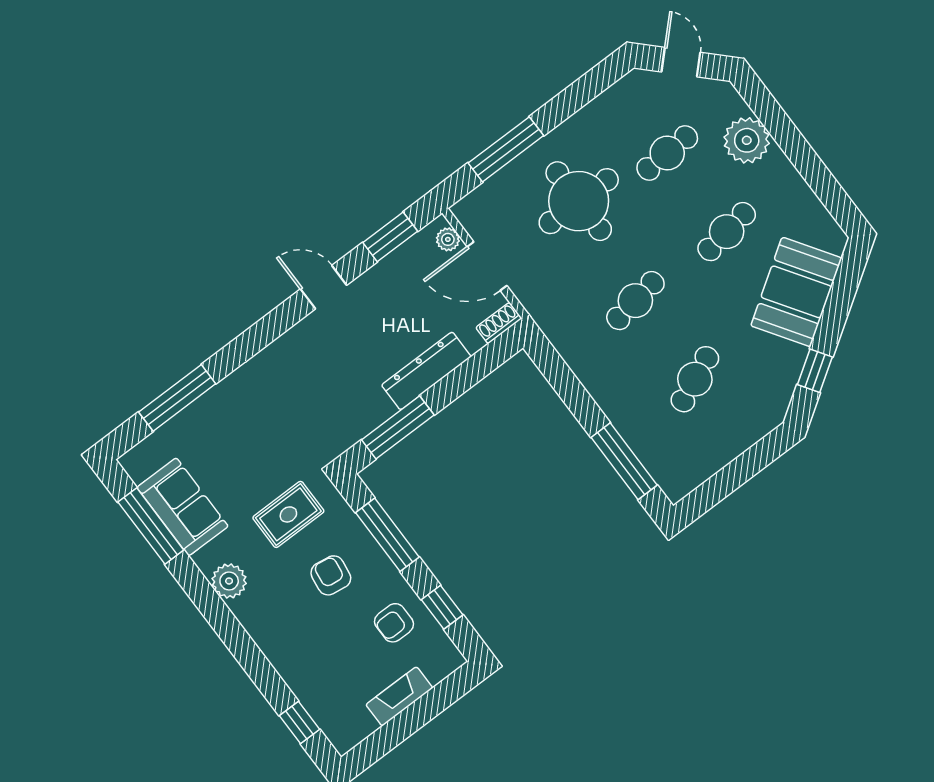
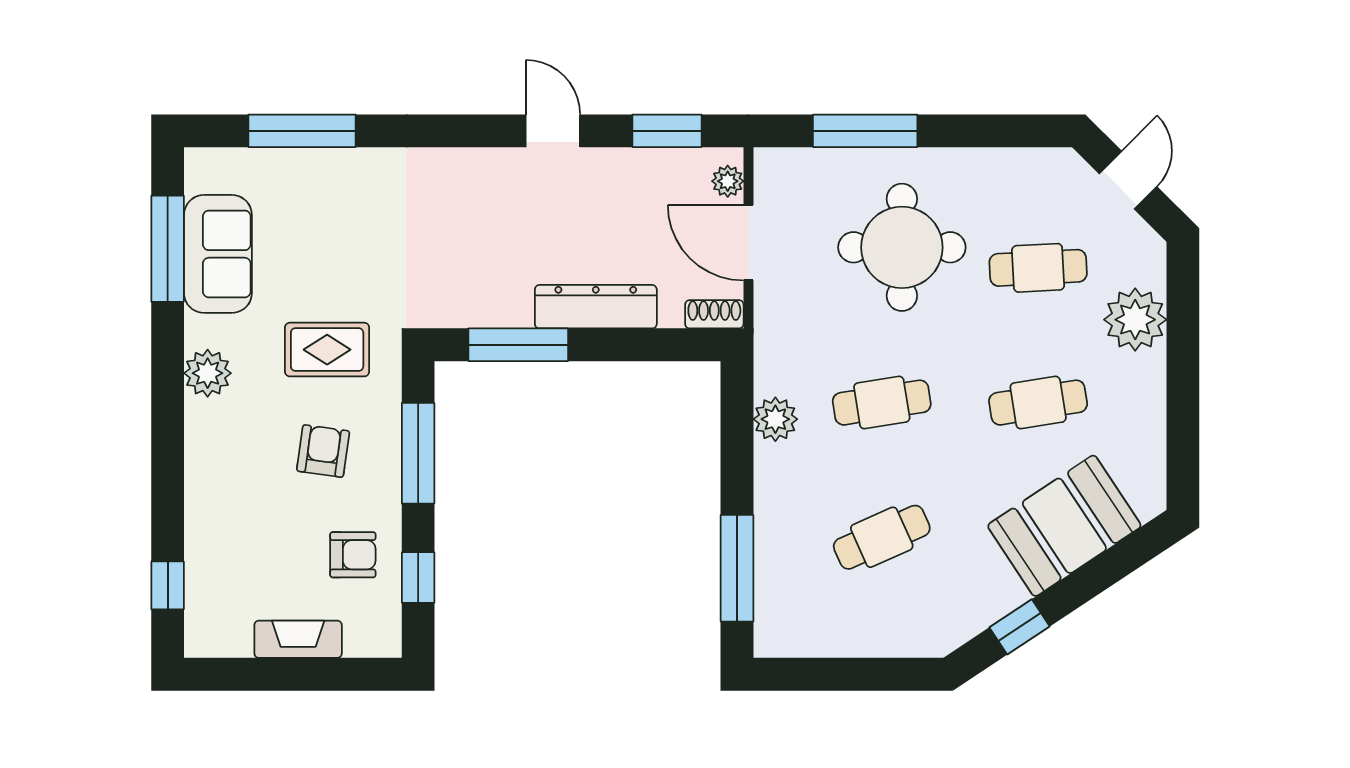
plant: (581, 357) -> (775, 419), added
armchair: (394, 623) -> (353, 555), turned 180

